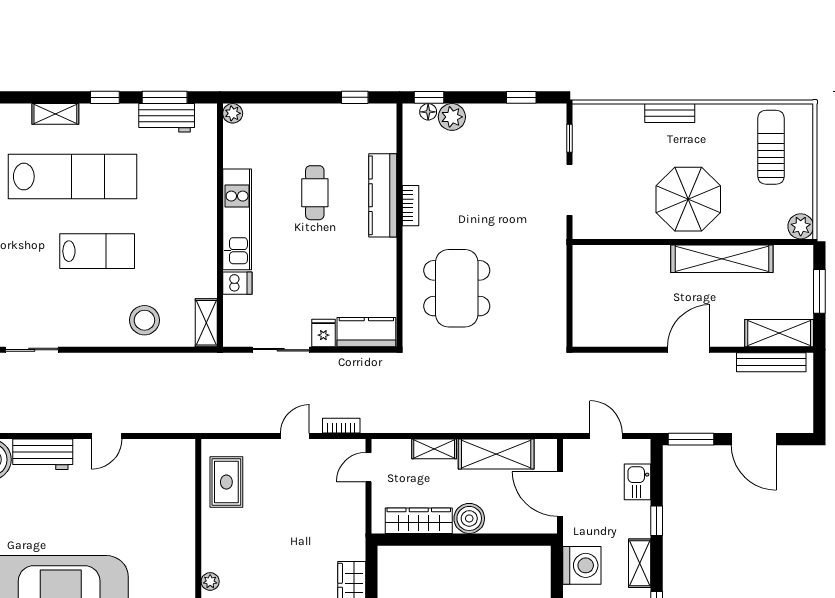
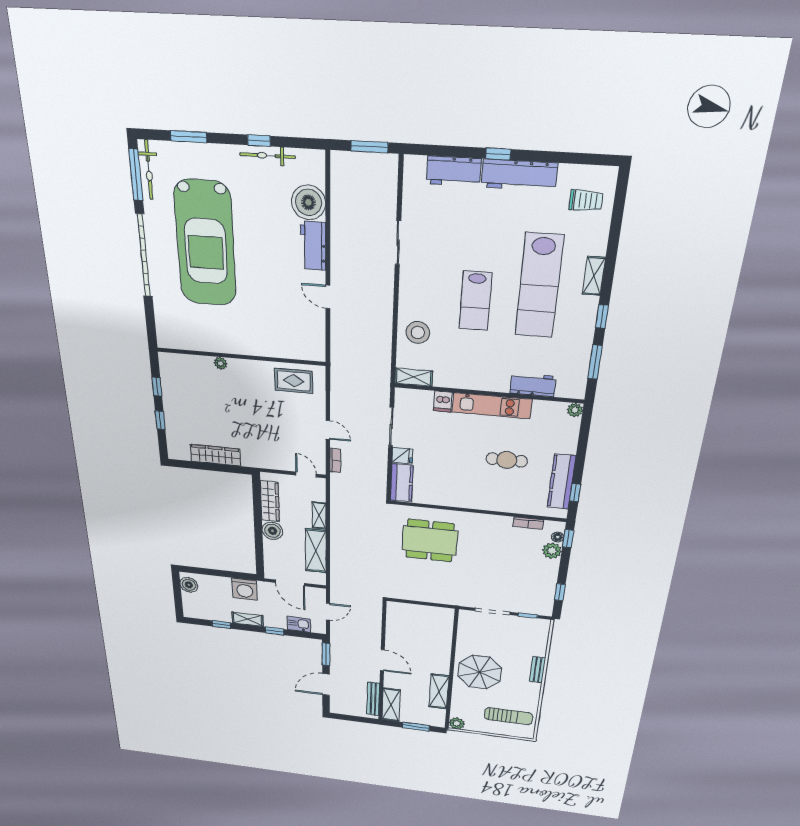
workbench: (167, 118) -> (533, 385), moved, turned 90
kitchen counter: (383, 195) -> (561, 482), moved, turned -90
bookcase: (411, 206) -> (528, 523), moved
shelving: (722, 259) -> (439, 692), width x0.68
door: (560, 494) -> (290, 583), swing flipped

